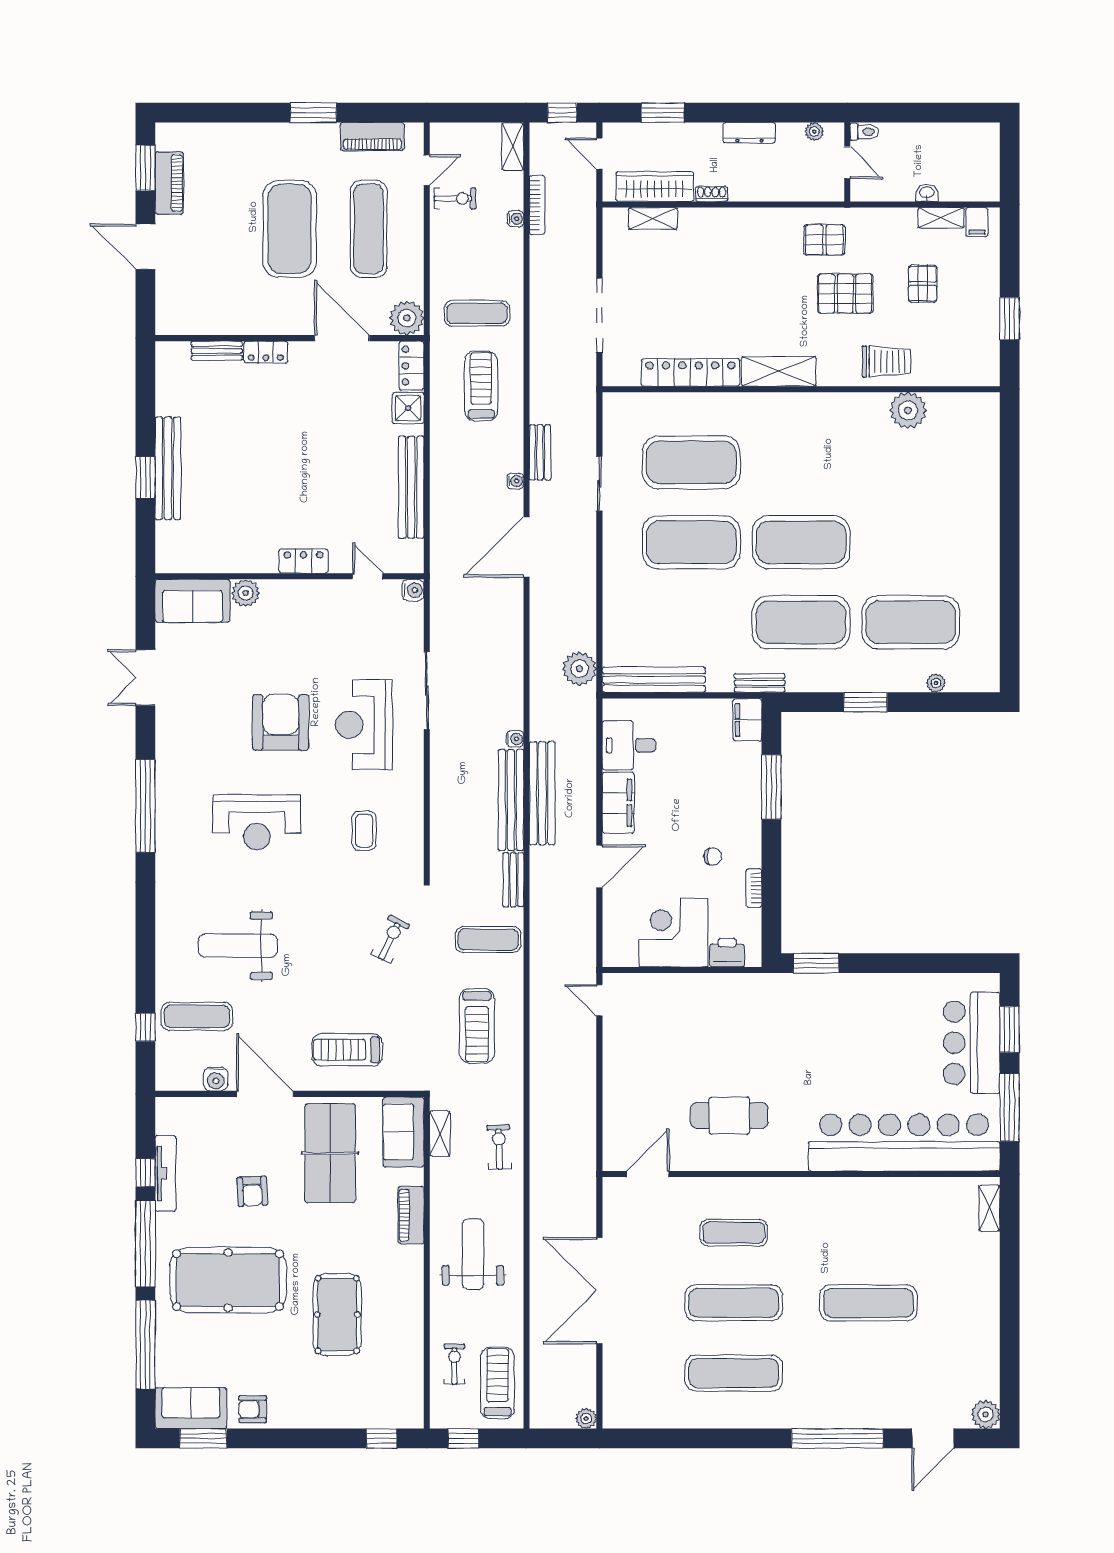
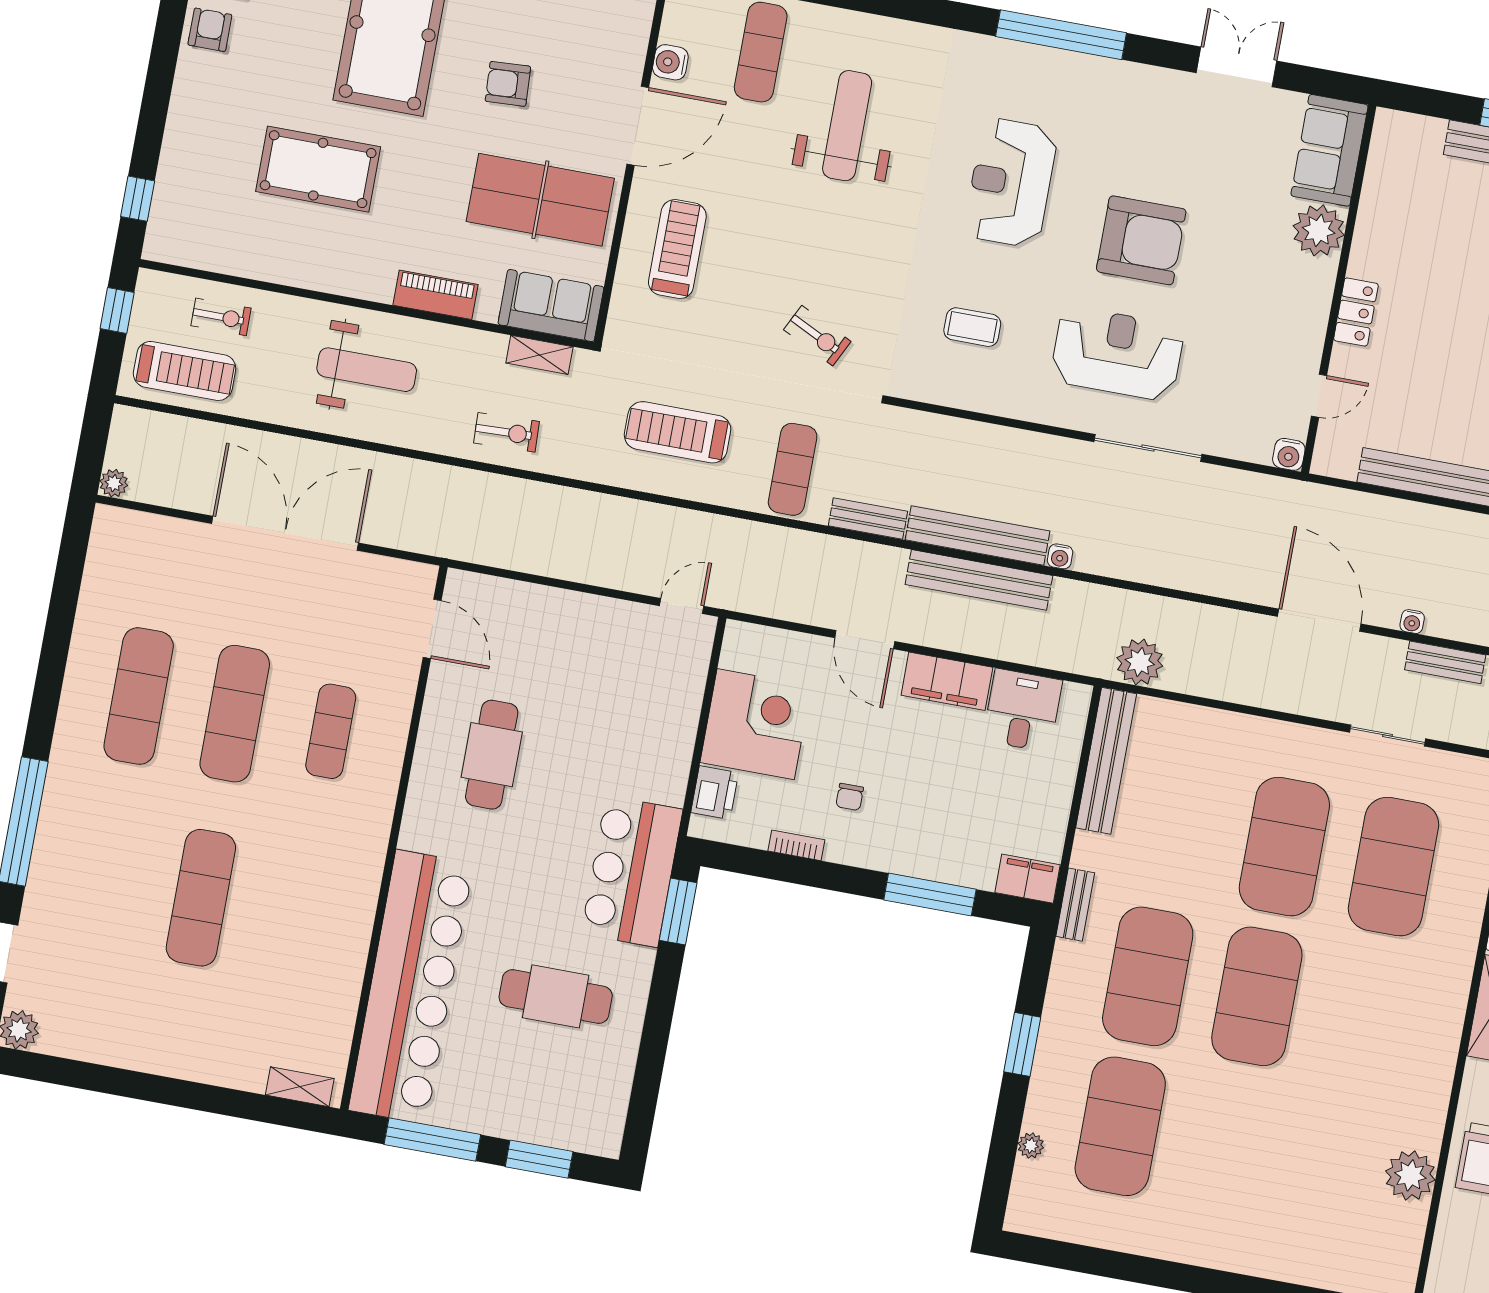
plant: (246, 593) -> (1319, 230), width x1.36, depth x1.36
cafe table: (892, 1039) -> (556, 996), added
bar counter: (972, 1043) -> (632, 871), moved, turned -90

